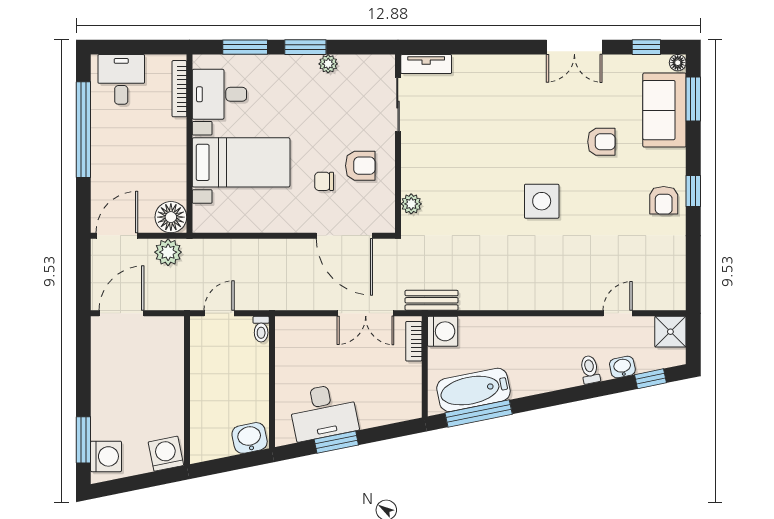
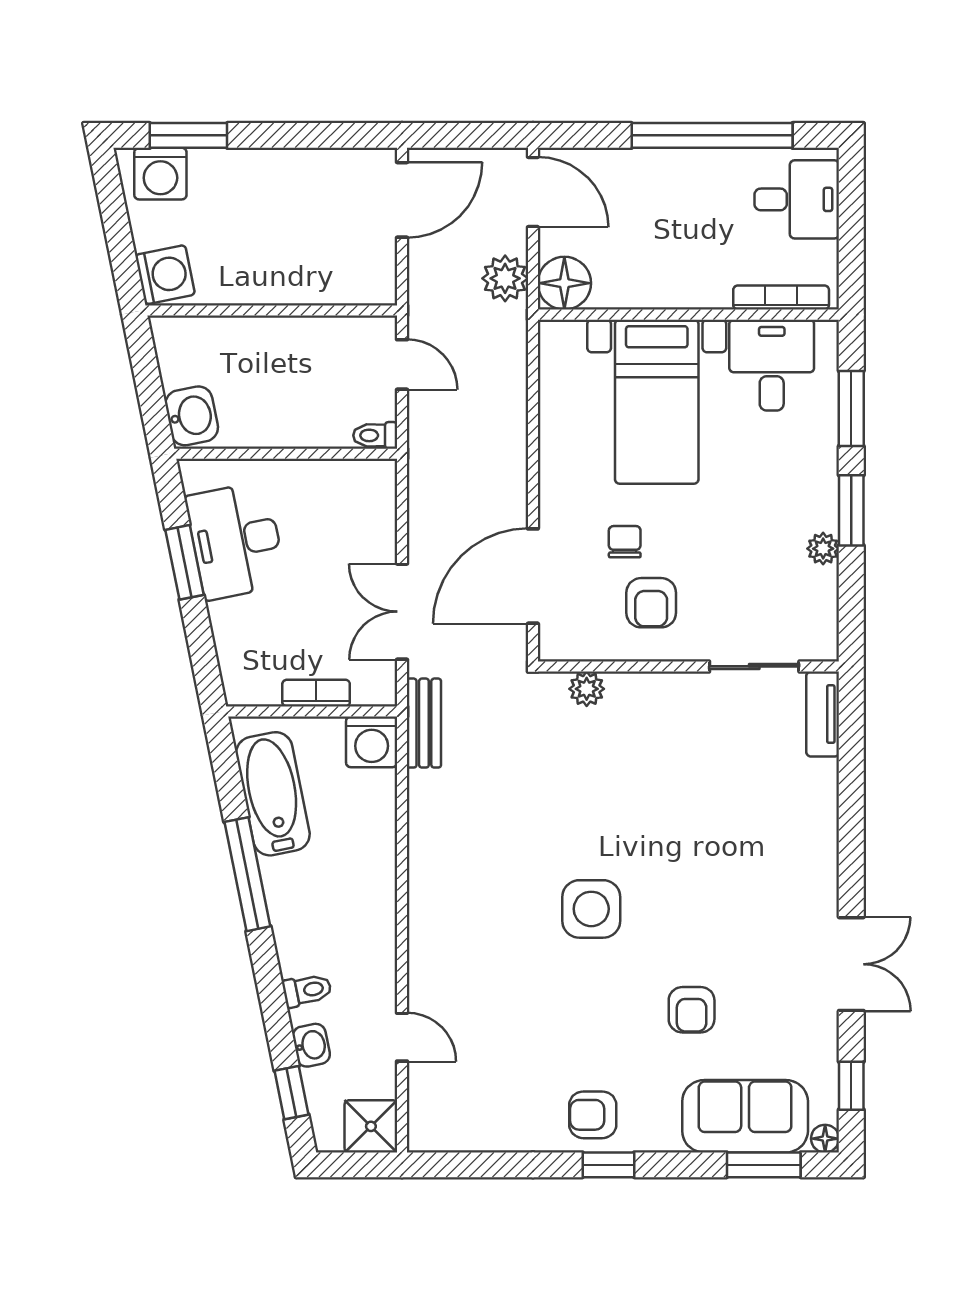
double door: (574, 47) -> (851, 964), swing flipped
door: (122, 313) -> (402, 200), hinge flipped
bookcase: (414, 341) -> (316, 693), moved
window: (479, 413) -> (247, 874), moved

